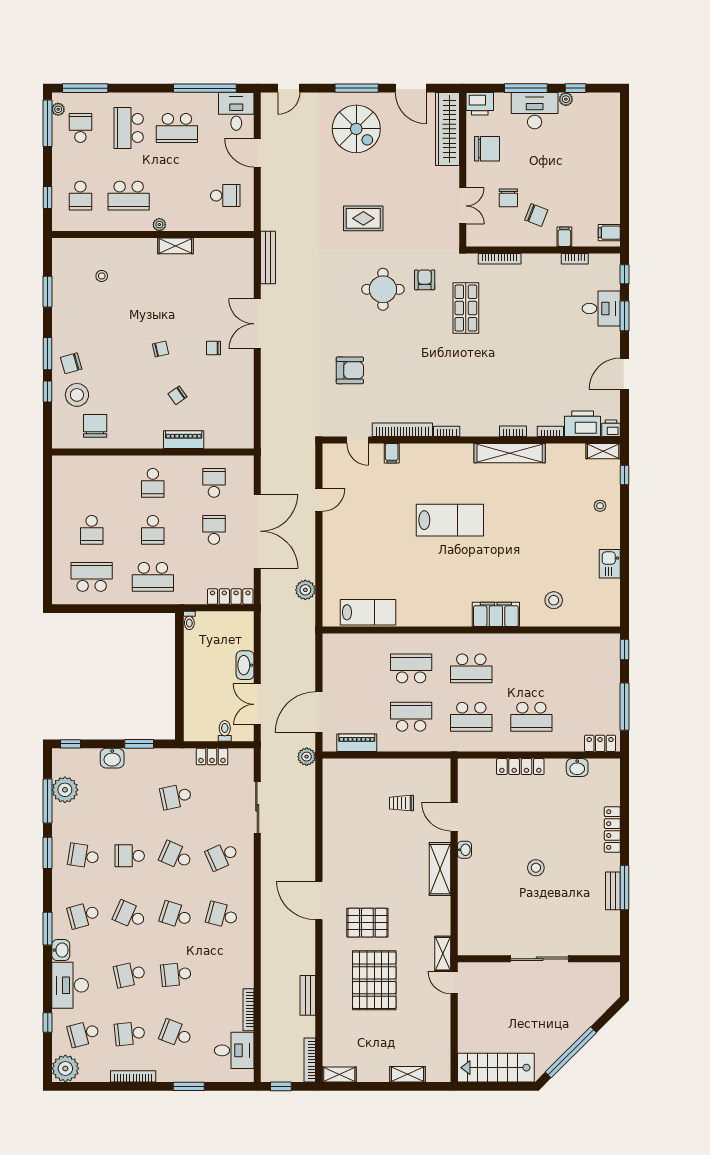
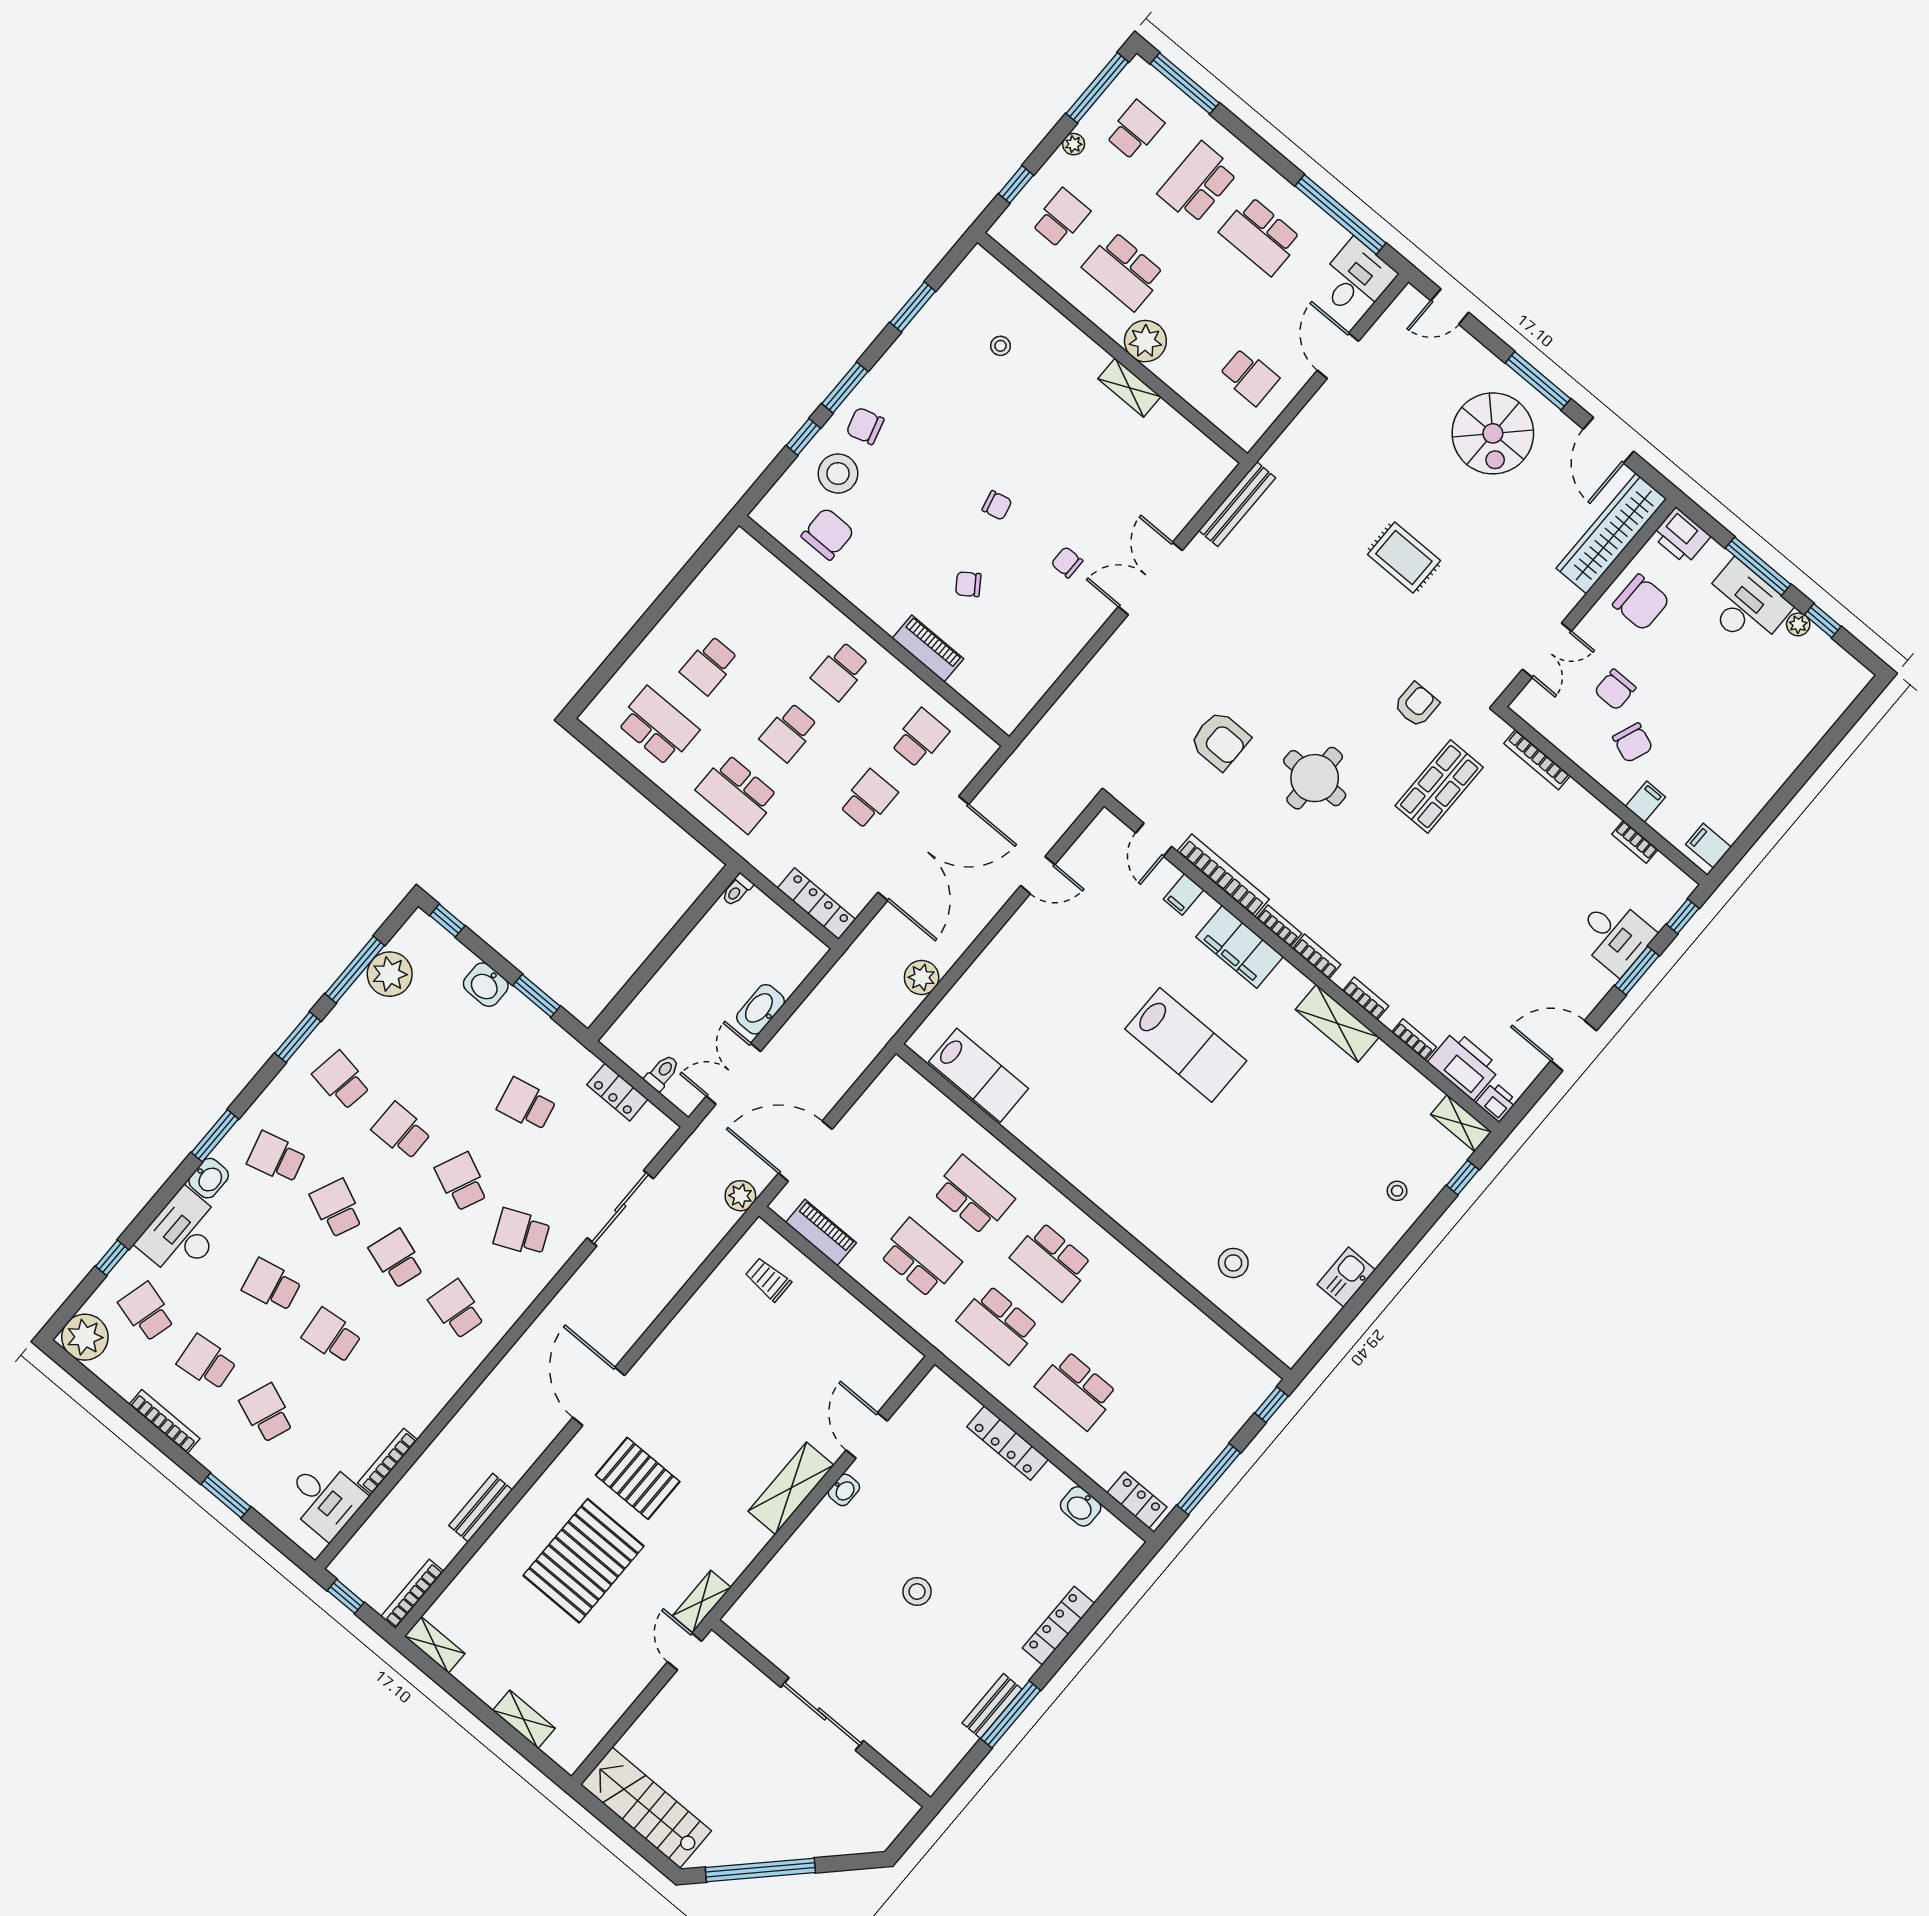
plant: (58, 109) -> (1074, 144), moved
school desk: (80, 196) -> (1061, 218), turned 180
plant: (159, 225) -> (1145, 341), width x1.88, depth x1.88
round table: (383, 289) -> (1315, 778), moved
bookcase: (475, 431) -> (1317, 957), added
shelving: (510, 453) -> (1337, 1023), width x0.68
filing cabinet: (496, 614) -> (1240, 947), moved, turned 180
trolley: (401, 803) -> (768, 1279), moved
school desk: (84, 1034) -> (147, 1312), turned 30

